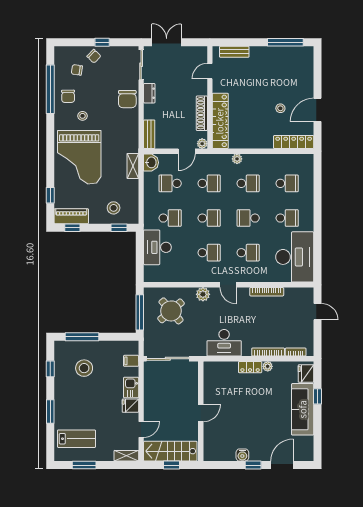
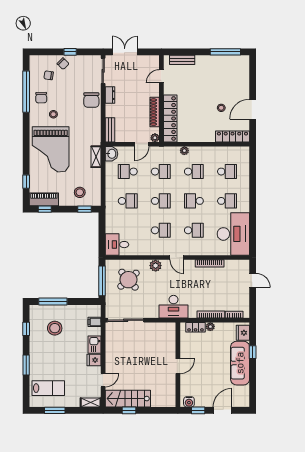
desk: (157, 247) -> (117, 245), moved, width x0.73
wall: (201, 411) -> (178, 365), moved
door: (201, 413) -> (178, 366), moved

